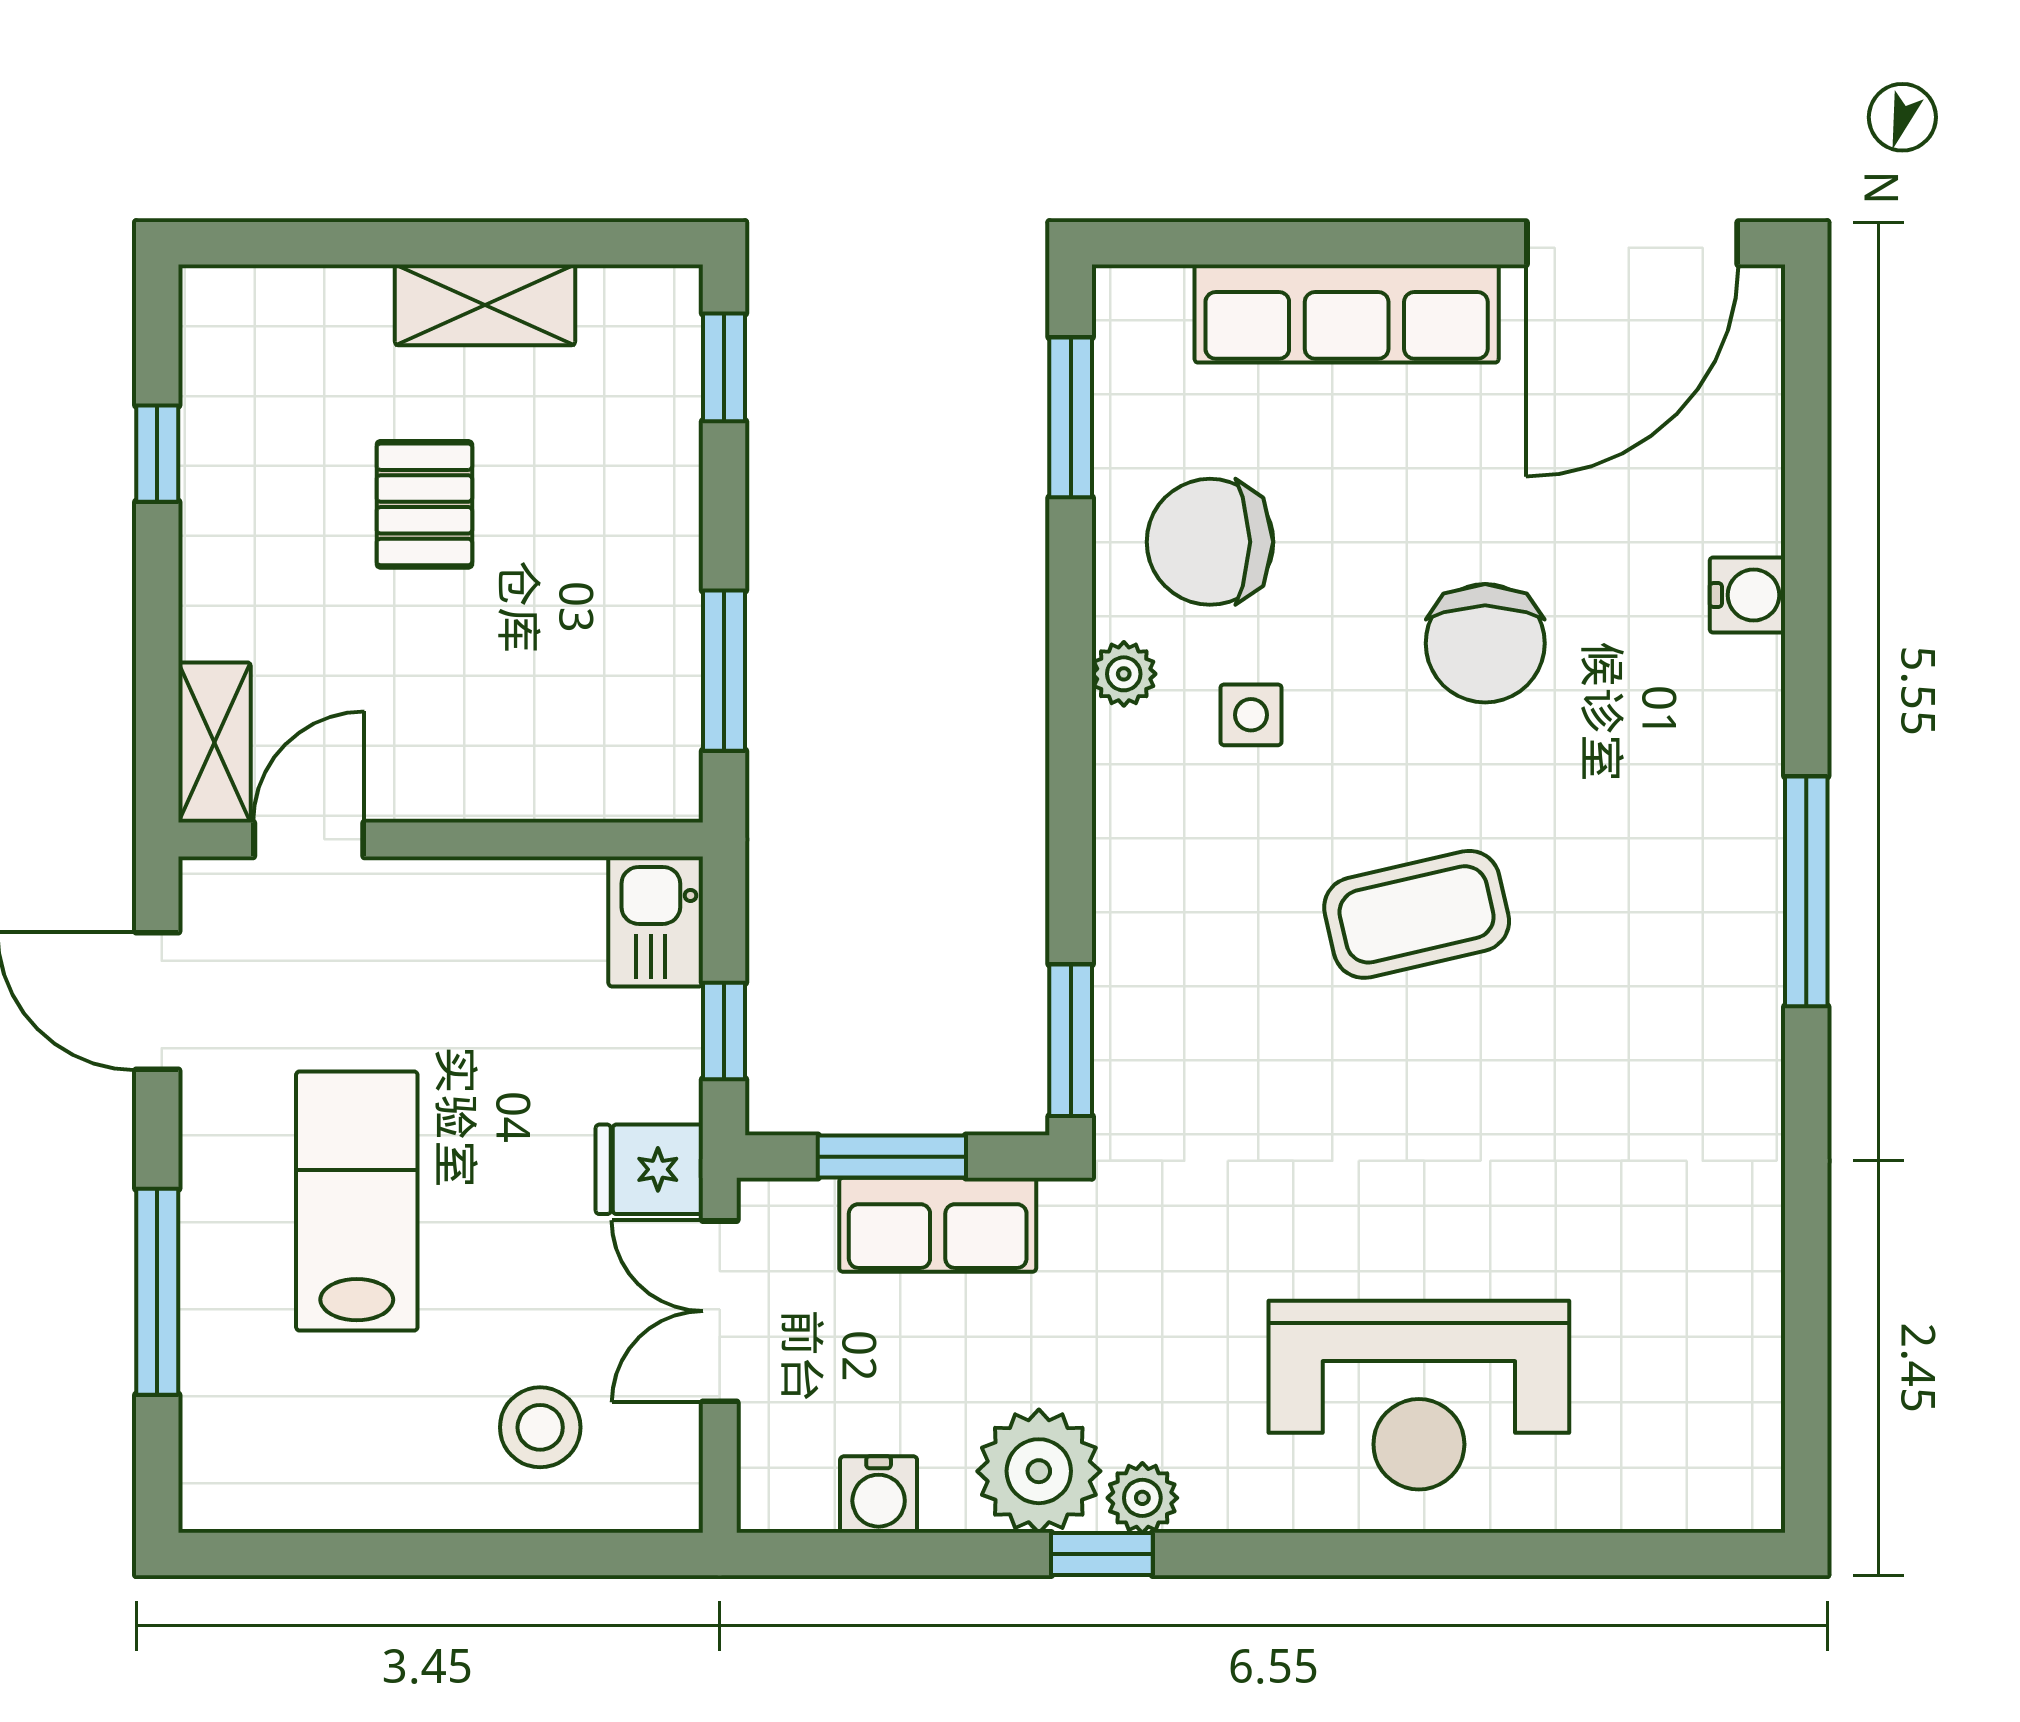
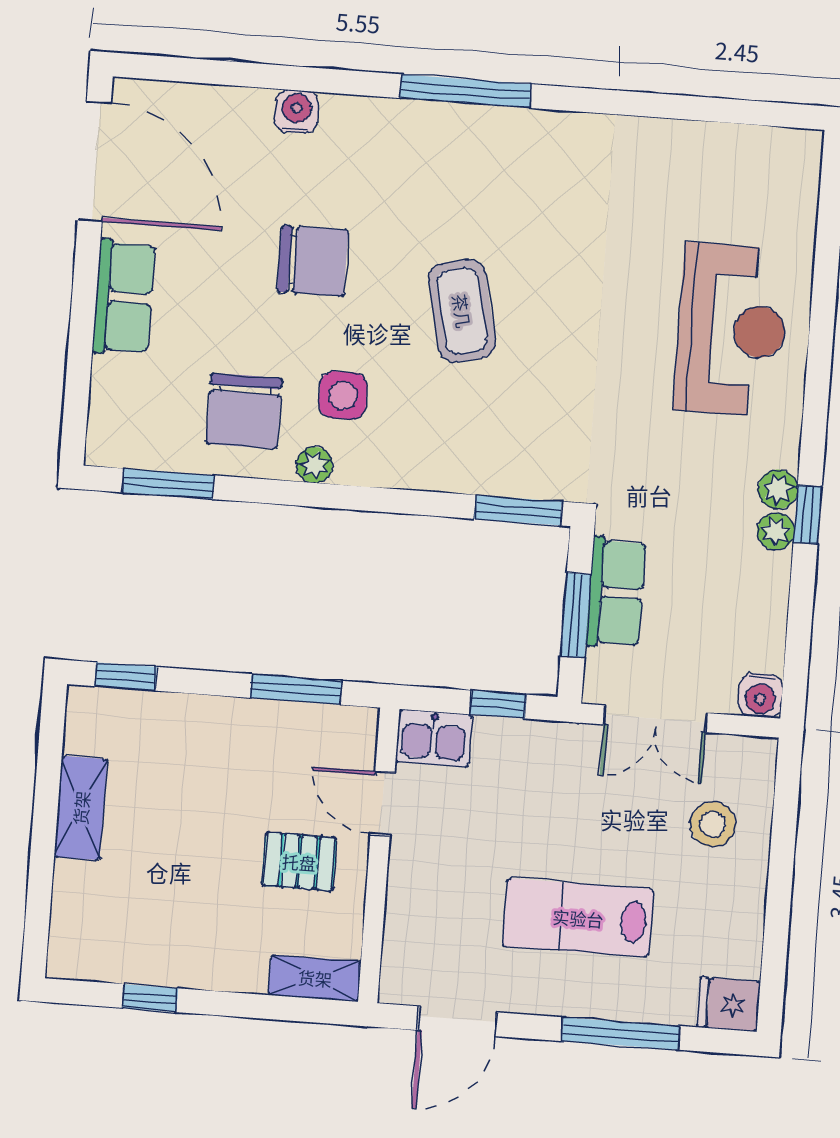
row of seats: (1347, 314) -> (124, 297), width x0.68
pallet: (424, 504) -> (299, 862), moved
side table: (1251, 715) -> (343, 395), width x1.37, depth x1.37
door: (309, 839) -> (383, 803), moved
fridge: (649, 1169) -> (729, 1004), moved, turned 90
plant: (1039, 1471) -> (776, 531), width x0.53, depth x0.53
water cooler: (879, 1495) -> (760, 695), moved, turned 90

